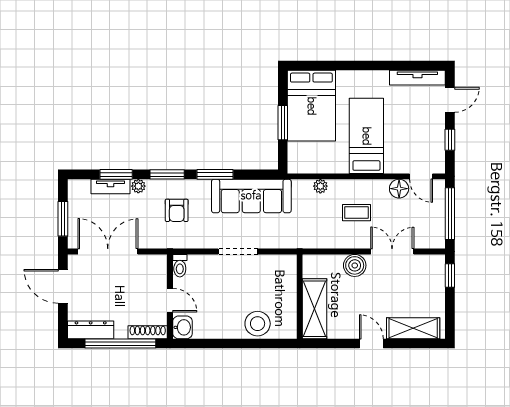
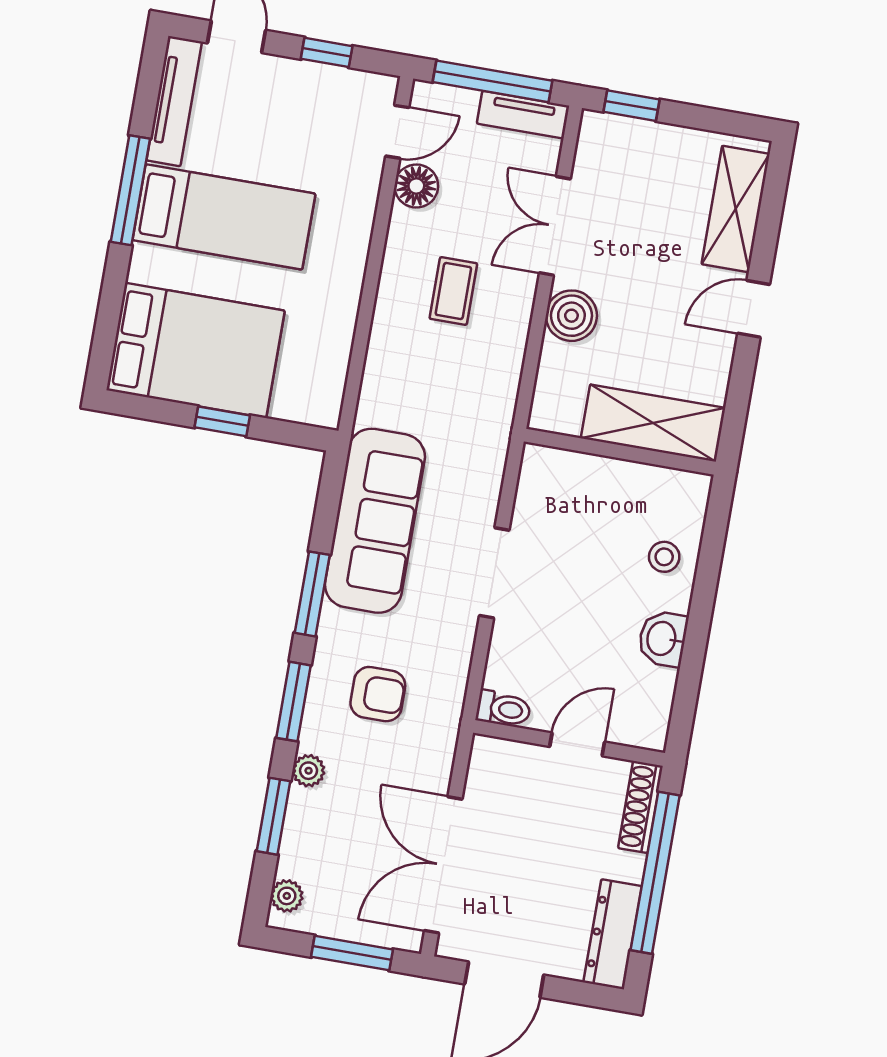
window: (376, 65) -> (130, 190), added
window: (283, 123) -> (222, 421), width x0.67
bed: (366, 136) -> (224, 217), moved, turned 180
plant: (320, 186) -> (287, 896), moved
tv unit: (111, 187) -> (523, 115), moved, turned 90
stool: (258, 324) -> (664, 557), width x0.53, depth x0.53
washbasin: (183, 327) -> (663, 639), moved, turned -90

